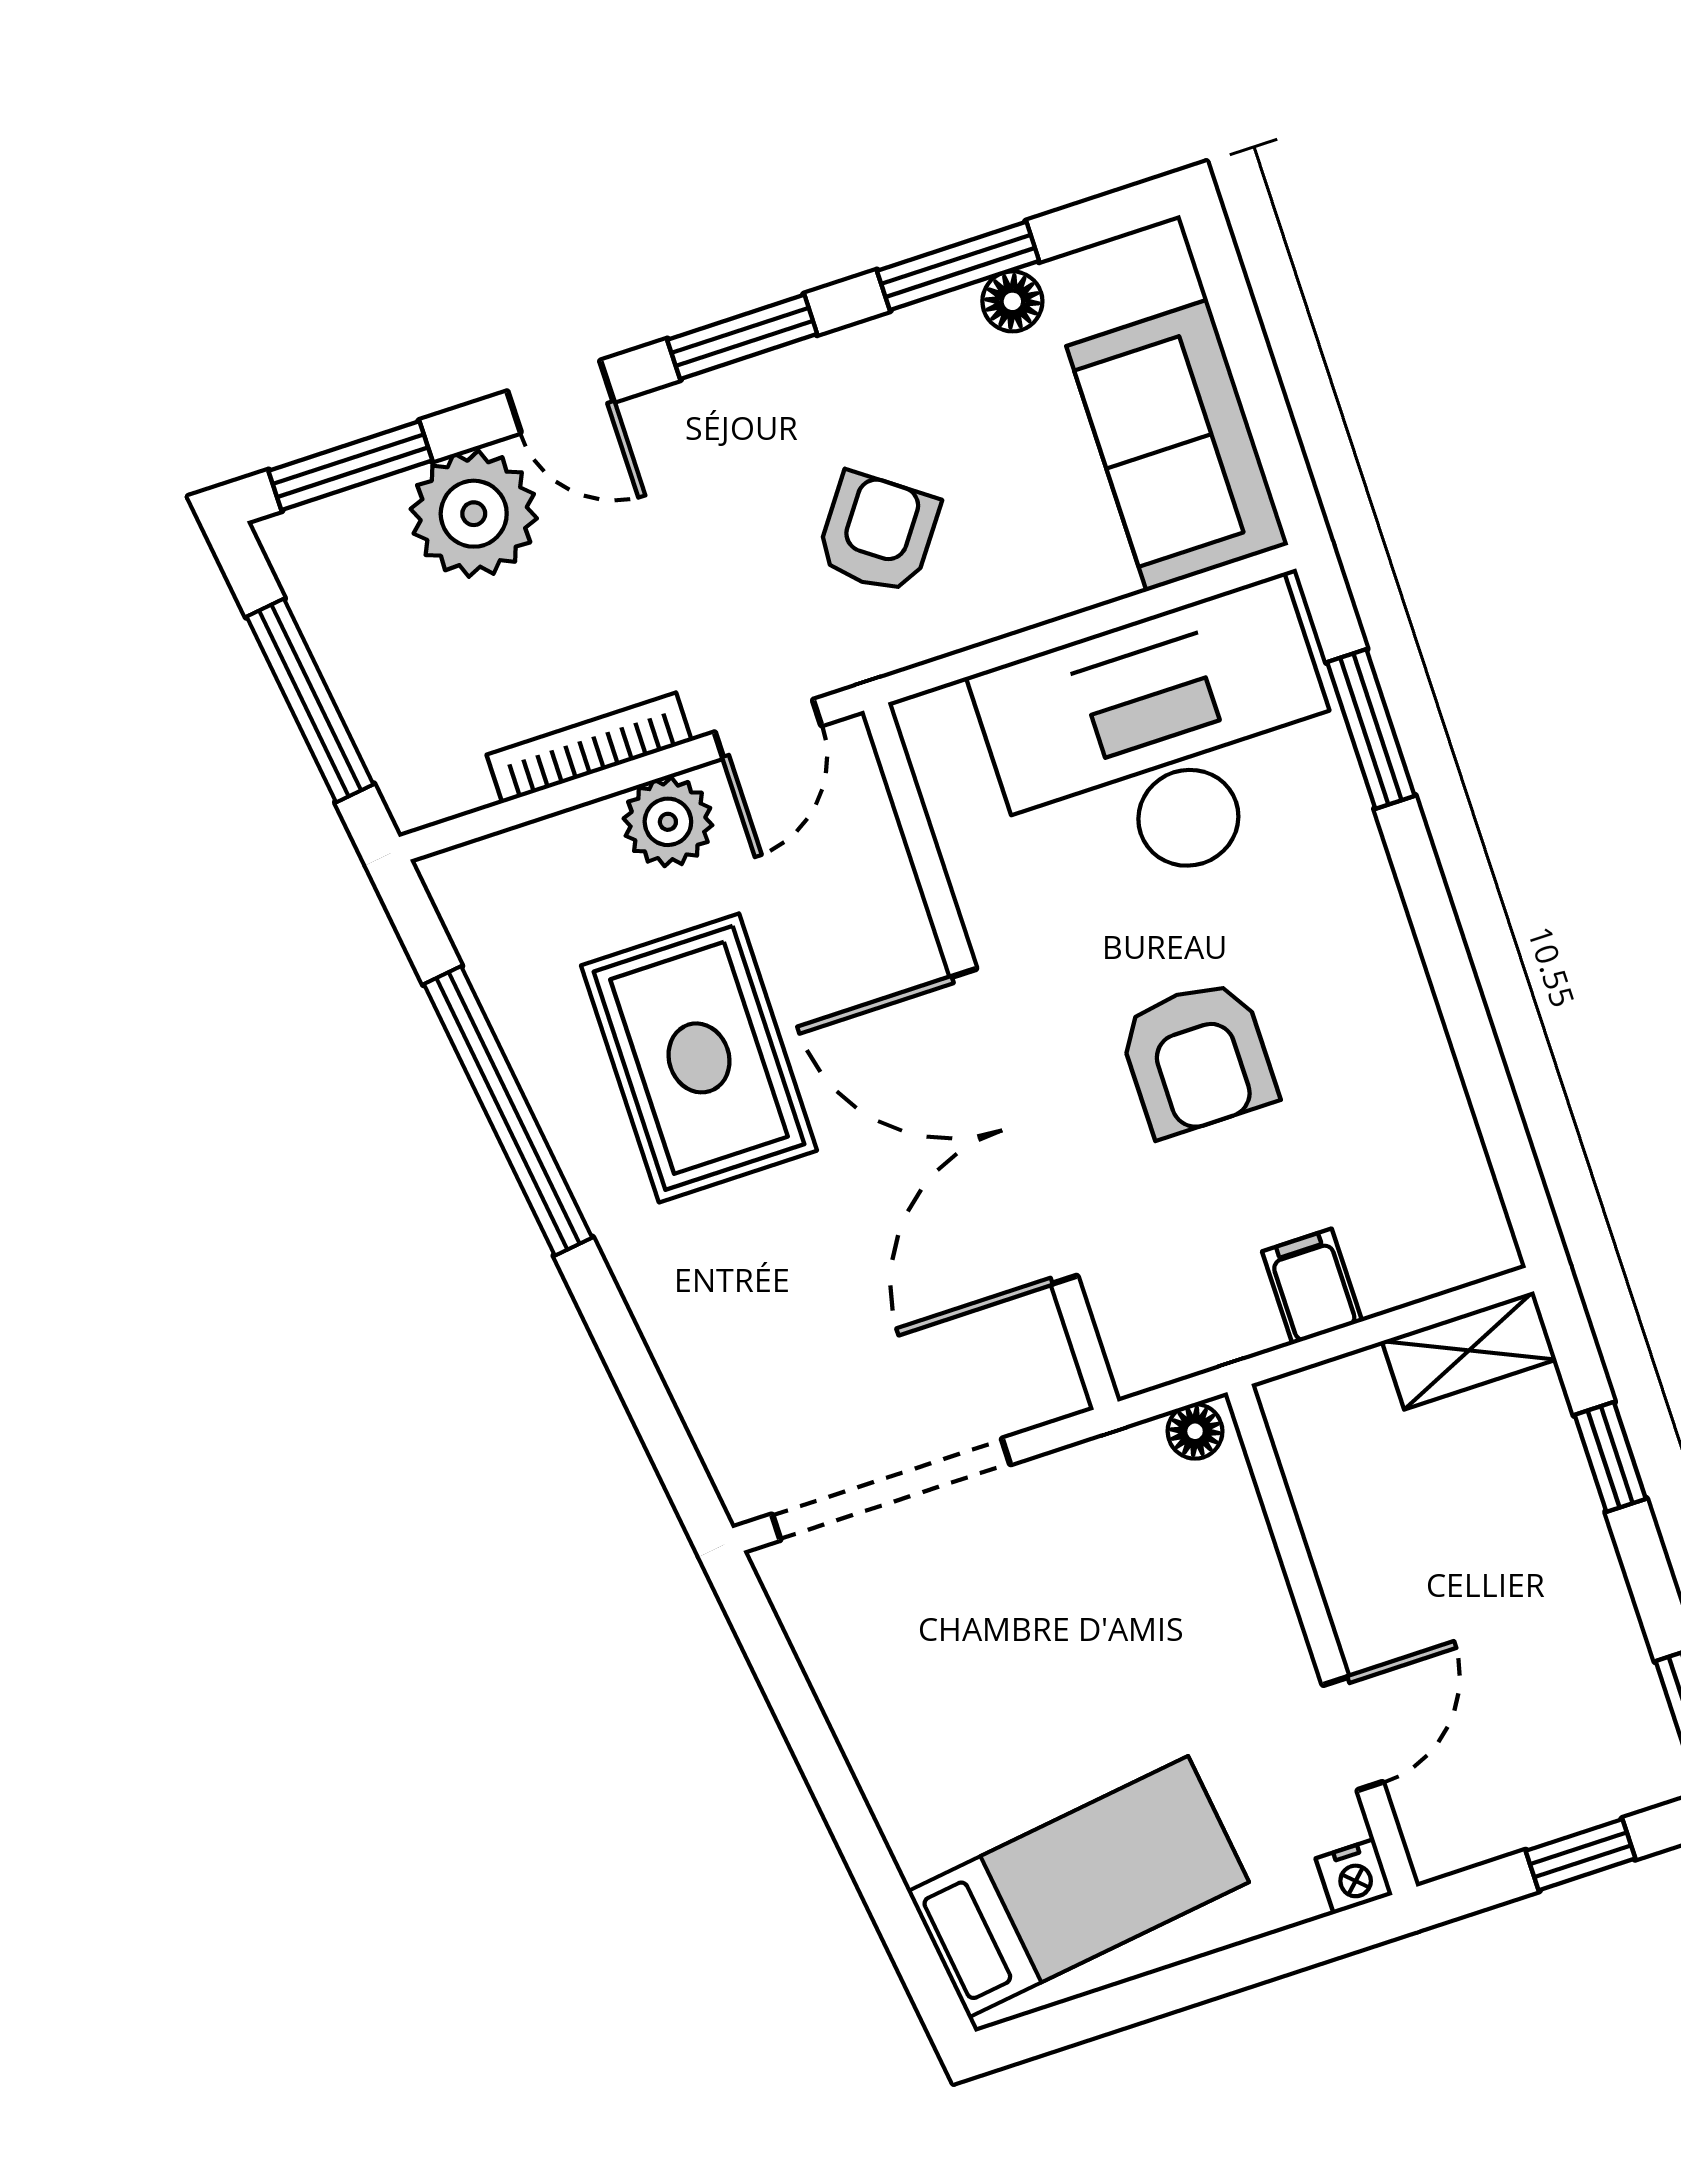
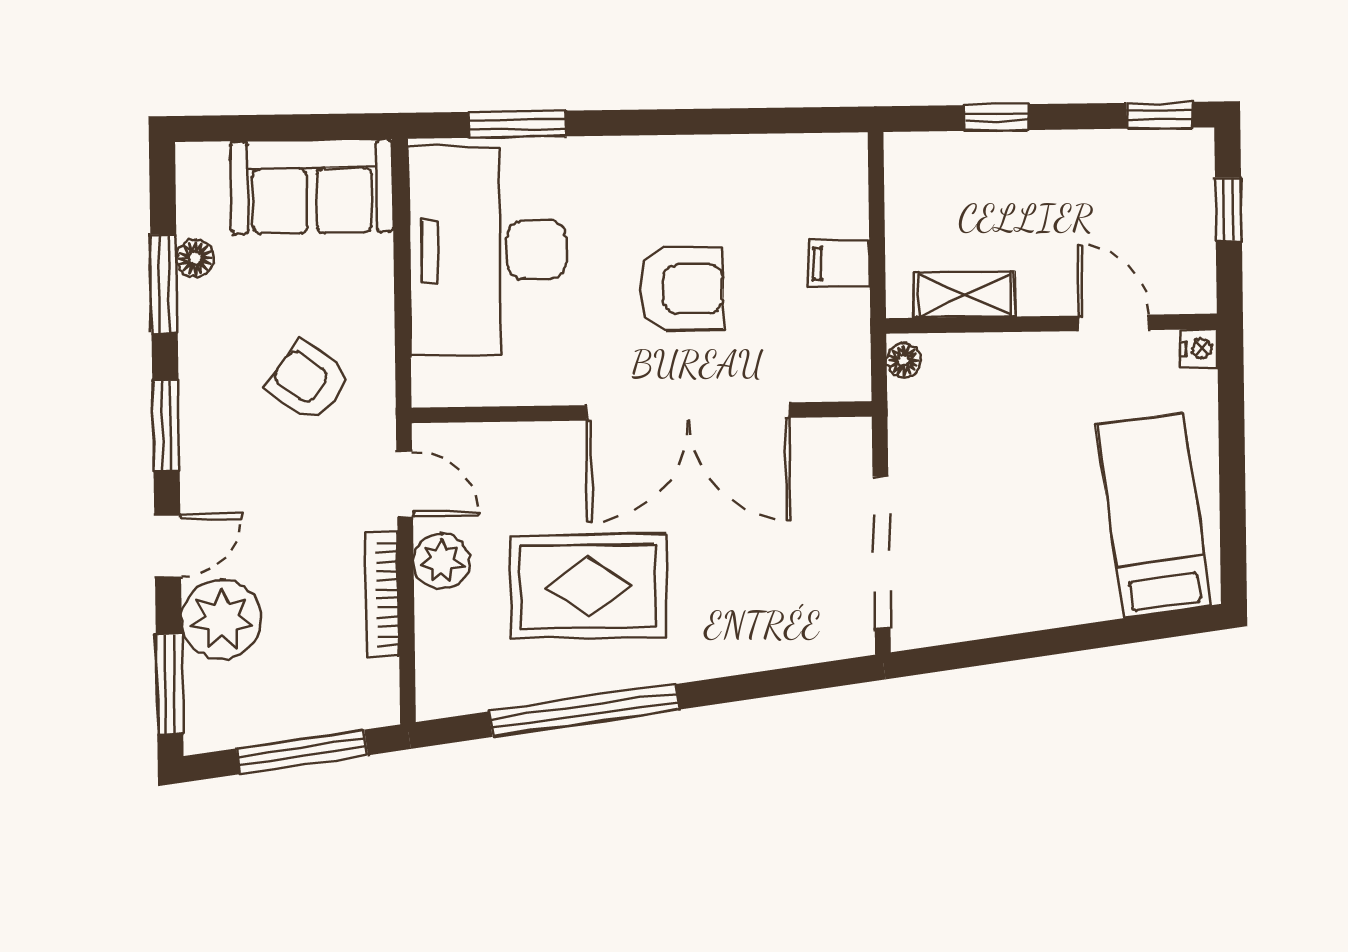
shelving: (1469, 1350) -> (965, 295), moved, turned 90

